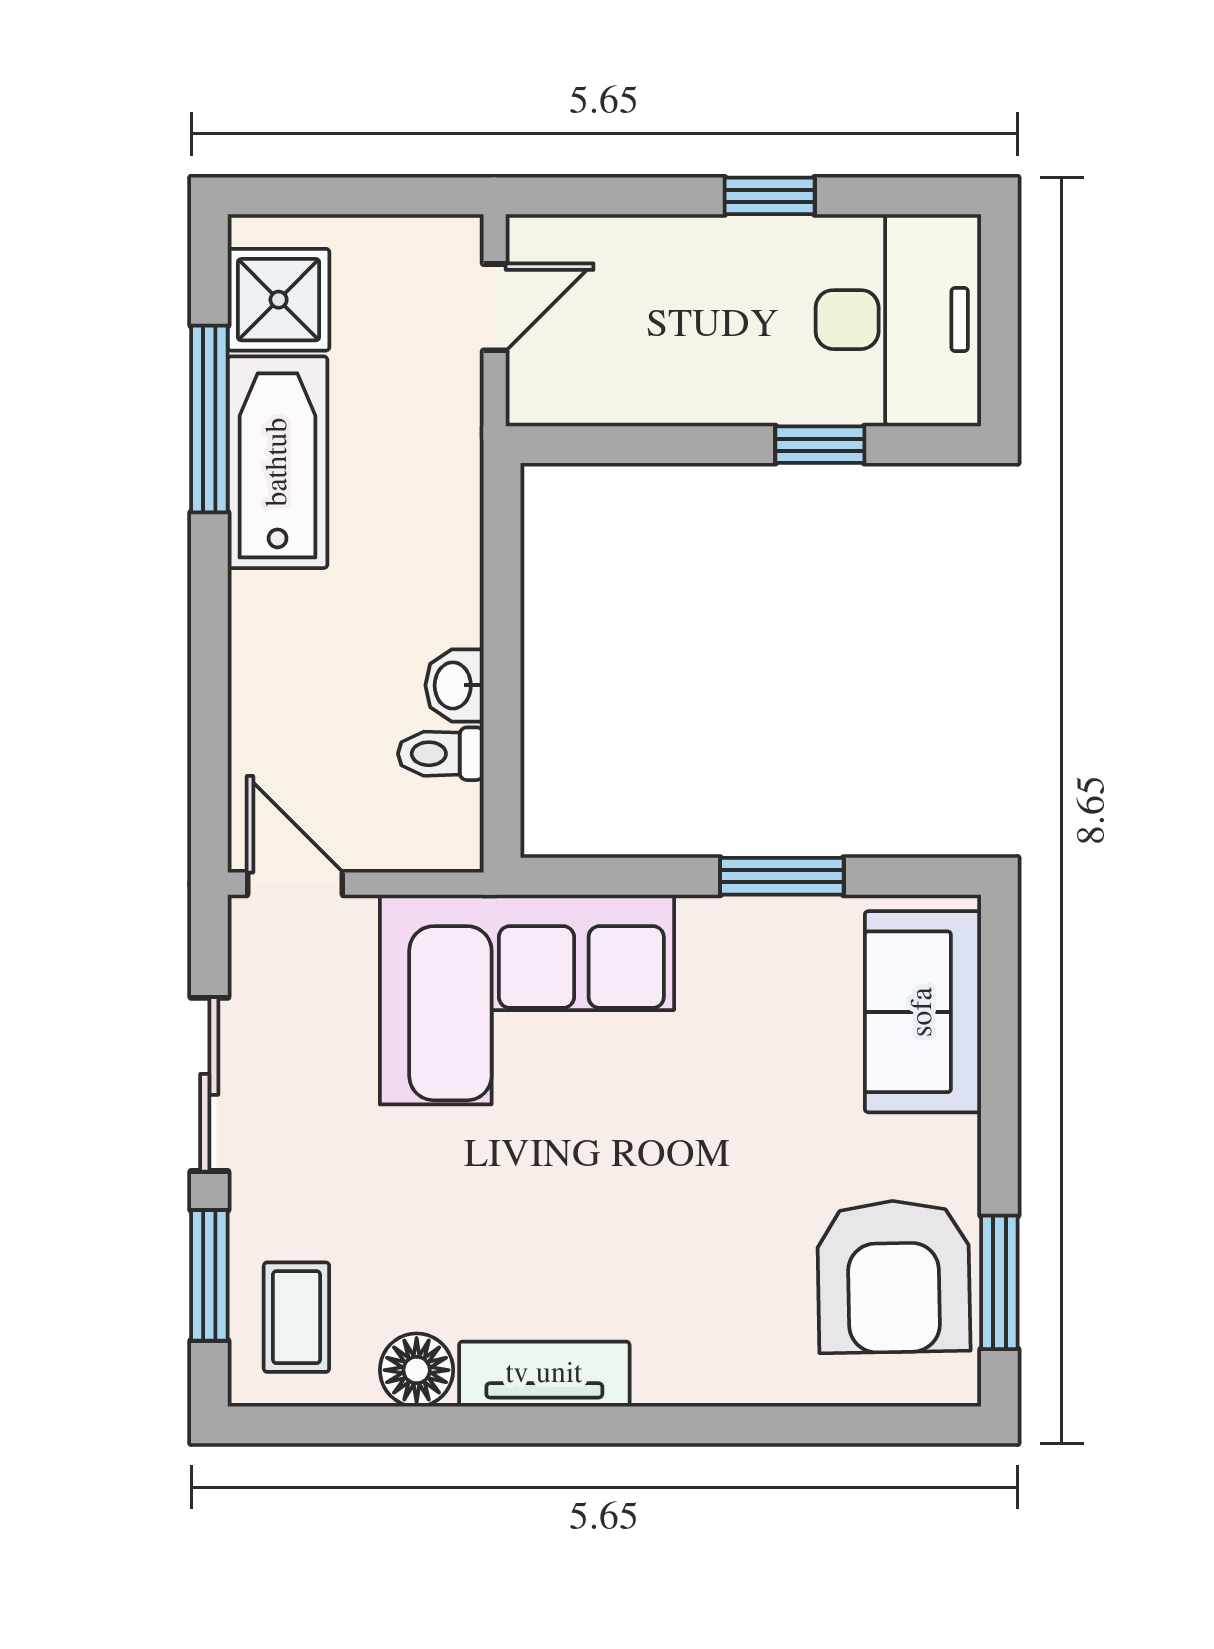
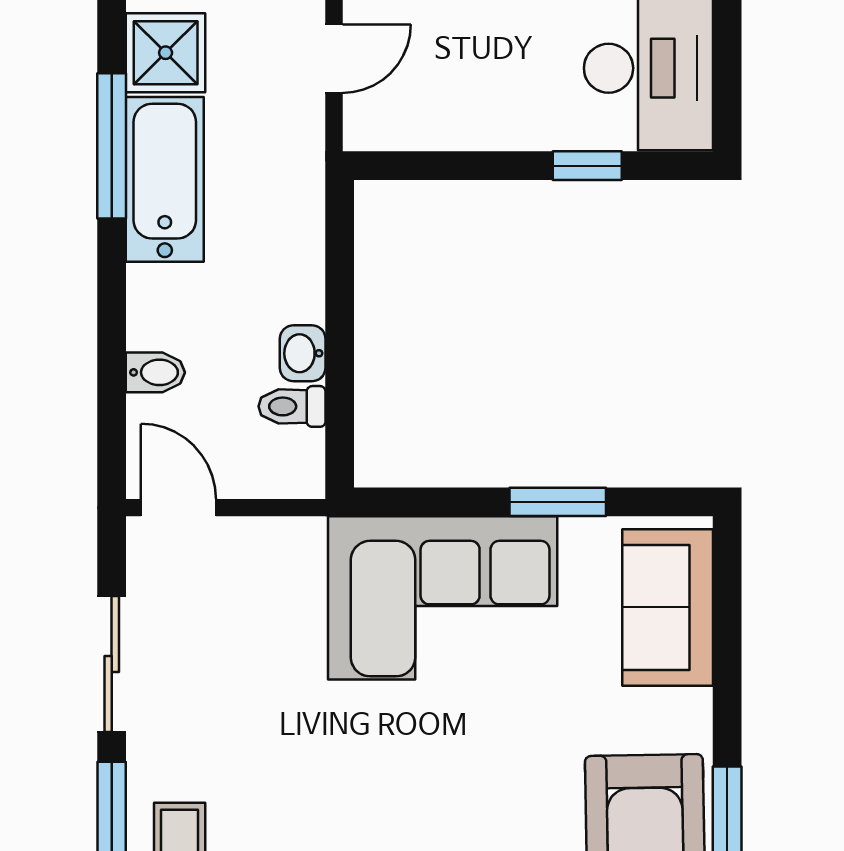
bidet: (265, 710) -> (155, 372), added
corner sofa: (527, 1000) -> (443, 598), moved

